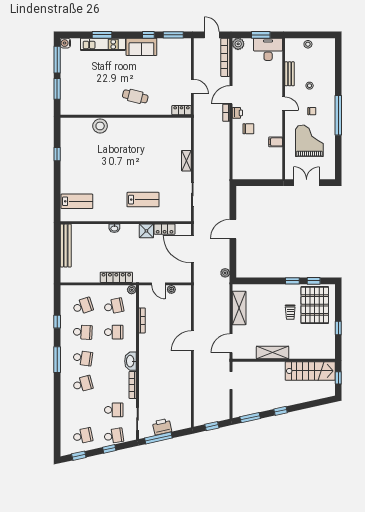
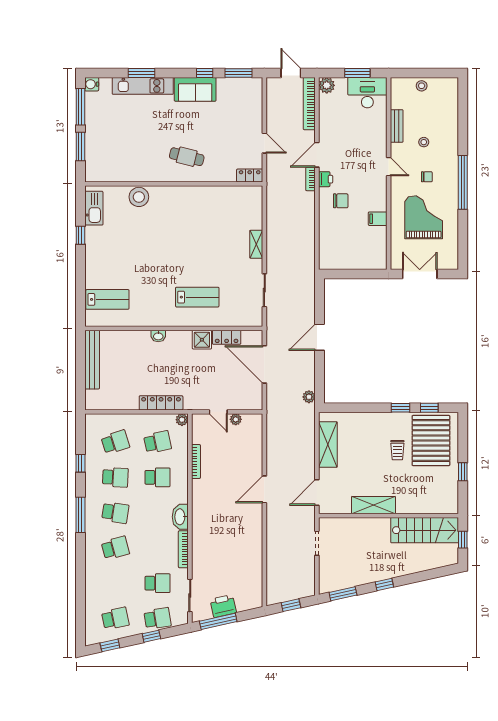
kitchen sink: (67, 134) -> (94, 208), added

